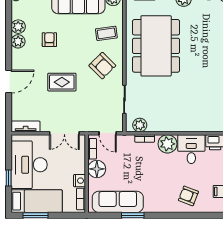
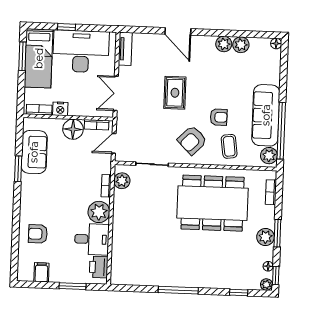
armchair: (49, 40) -> (219, 117), moved
armchair: (188, 196) -> (38, 234), turned -111
sofa: (118, 202) -> (34, 152), width x0.73

